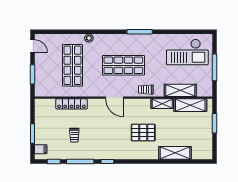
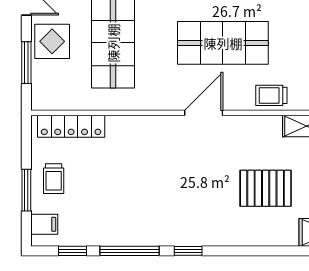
display table: (44, 65) -> (52, 41), added
door: (115, 98) -> (204, 113), swing flipped
locker: (72, 104) -> (71, 126), moved
trolley: (74, 135) -> (54, 179), moved

